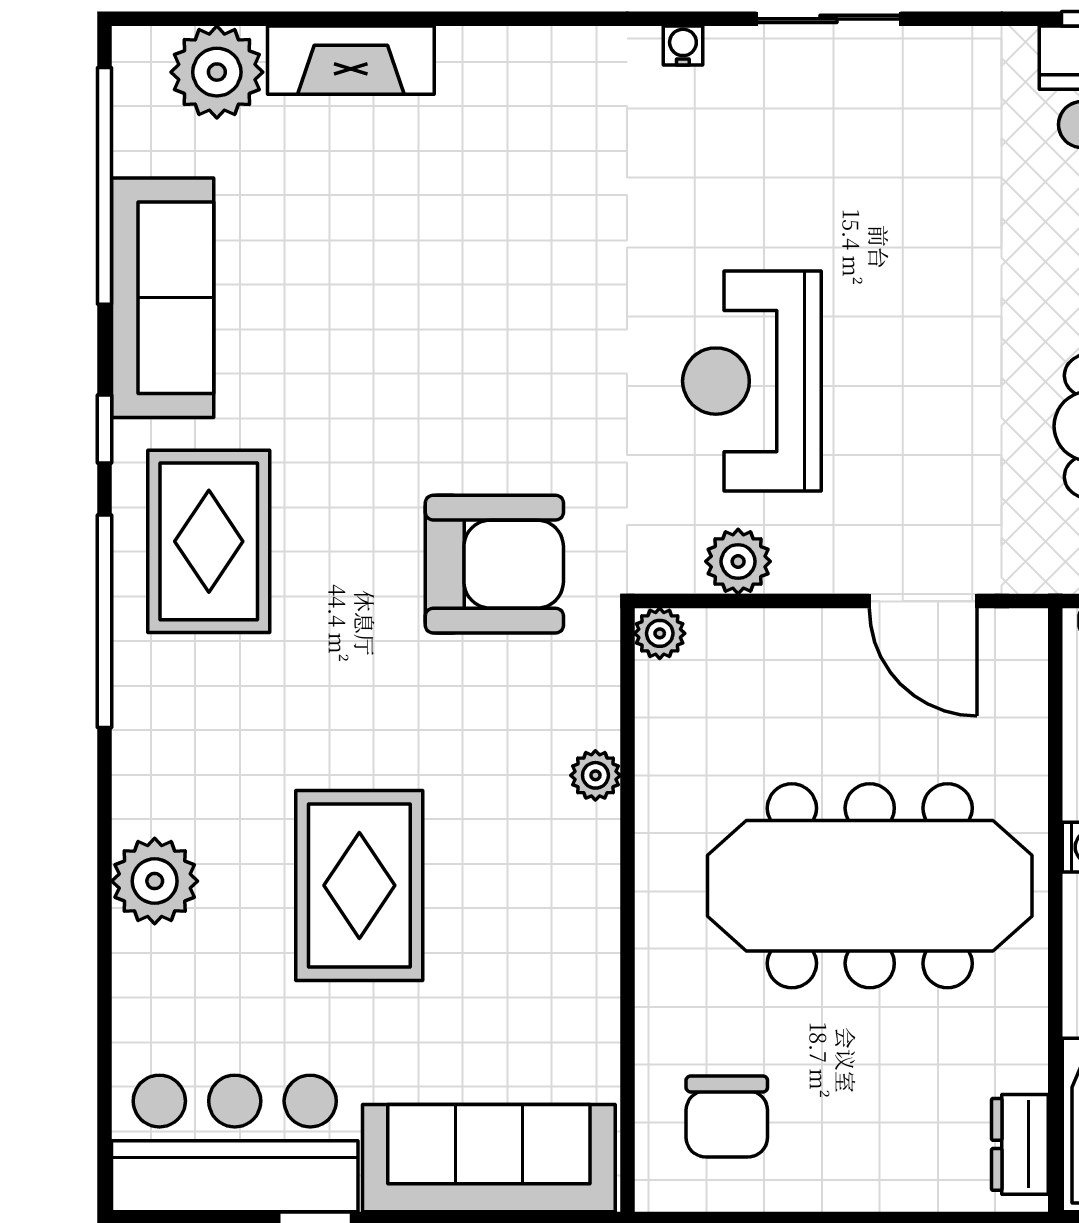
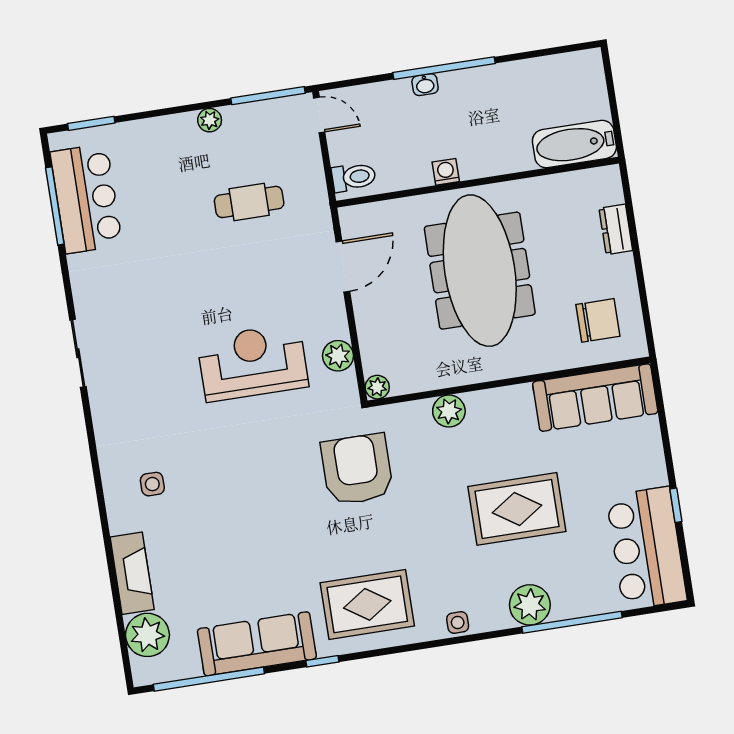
water cooler: (683, 46) -> (101, 419), removed
side table: (531, 132) -> (152, 484), added
reception desk: (752, 381) -> (253, 362), turned 180
window: (105, 621) -> (572, 622), moved
side table: (141, 724) -> (458, 623), added
plant: (595, 775) -> (449, 411), width x1.38, depth x1.38
dresser: (1020, 1144) -> (616, 229), moved, turned 90
sofa: (489, 1158) -> (595, 398), moved, turned -90

